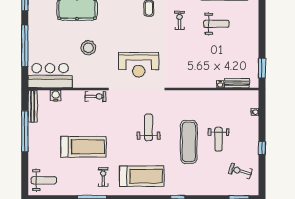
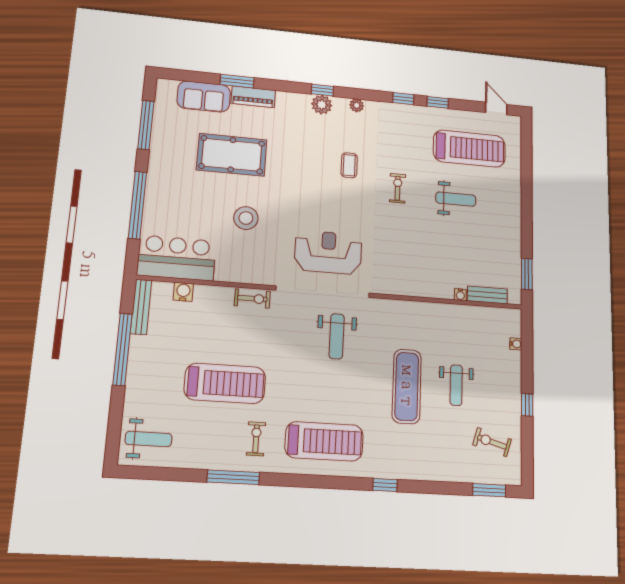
reception desk: (139, 65) -> (328, 252), turned 180
weight bench: (149, 127) -> (337, 336), moved, turned 180

